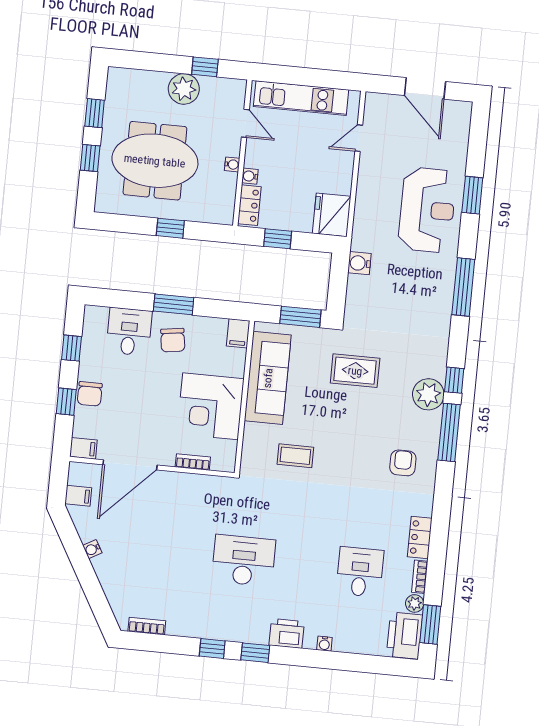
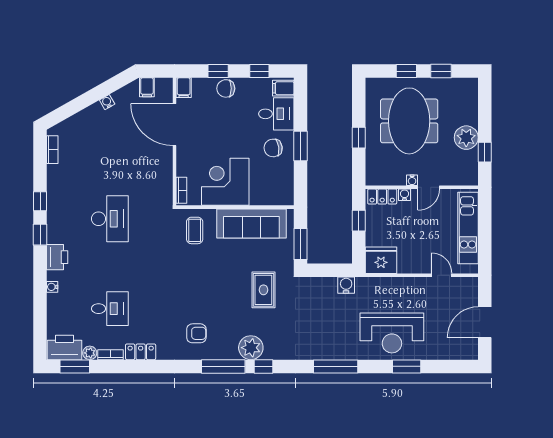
door: (245, 123) -> (429, 187), moved
filing cabinet: (238, 333) -> (283, 88), moved
coffee table: (295, 456) -> (195, 230), moved
bookcase: (193, 462) -> (181, 190), moved

